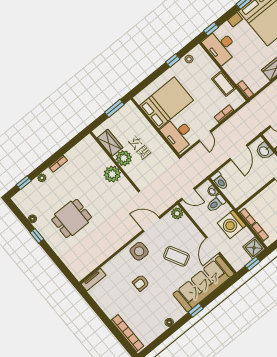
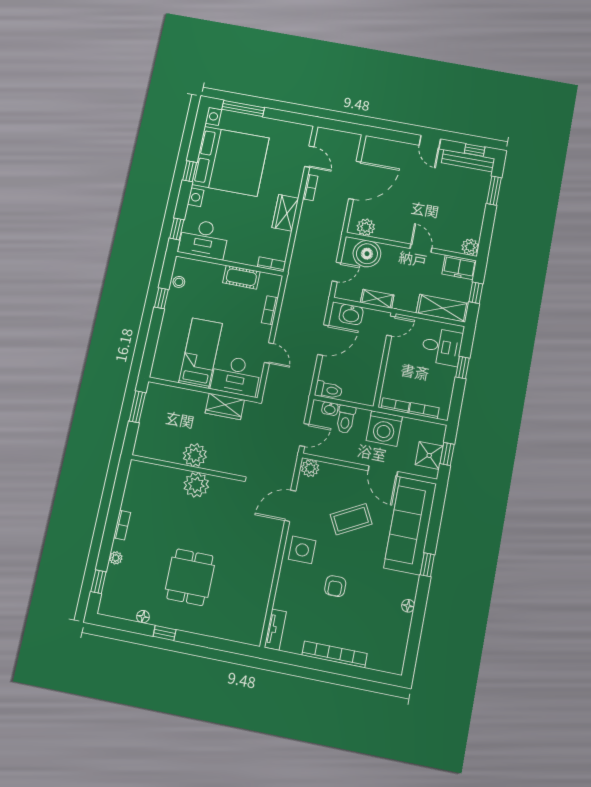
bed: (166, 103) -> (201, 353), width x0.67
wardrobe: (110, 143) -> (225, 406), moved, turned 180
door: (239, 152) -> (323, 340), hinge flipped
shower: (254, 248) -> (429, 455), moved
bookcase: (127, 333) -> (335, 654), moved

